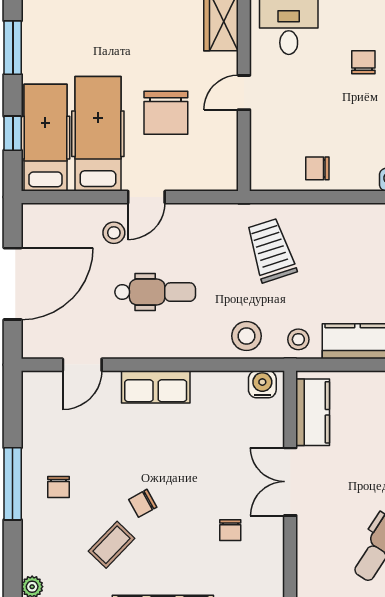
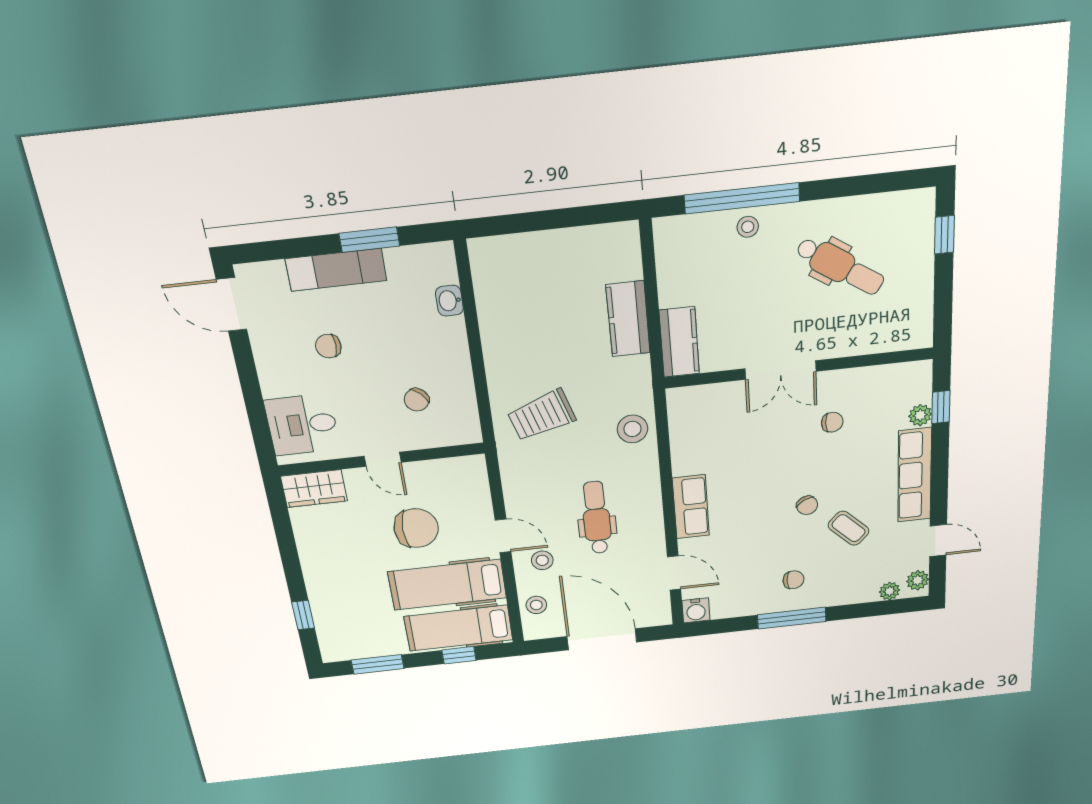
chair: (317, 168) -> (417, 400), moved, turned 44
stool: (298, 339) -> (536, 605), moved
water cooler: (262, 384) -> (696, 610), moved, turned -90
kitchen counter: (313, 412) -> (679, 342), moved, turned 90

